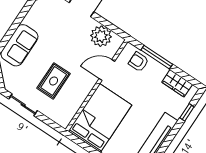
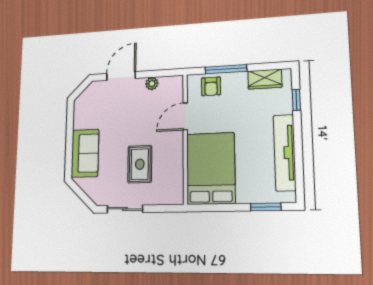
plant: (101, 36) -> (152, 84), width x0.53, depth x0.53
armchair: (139, 62) -> (211, 86), turned -90

